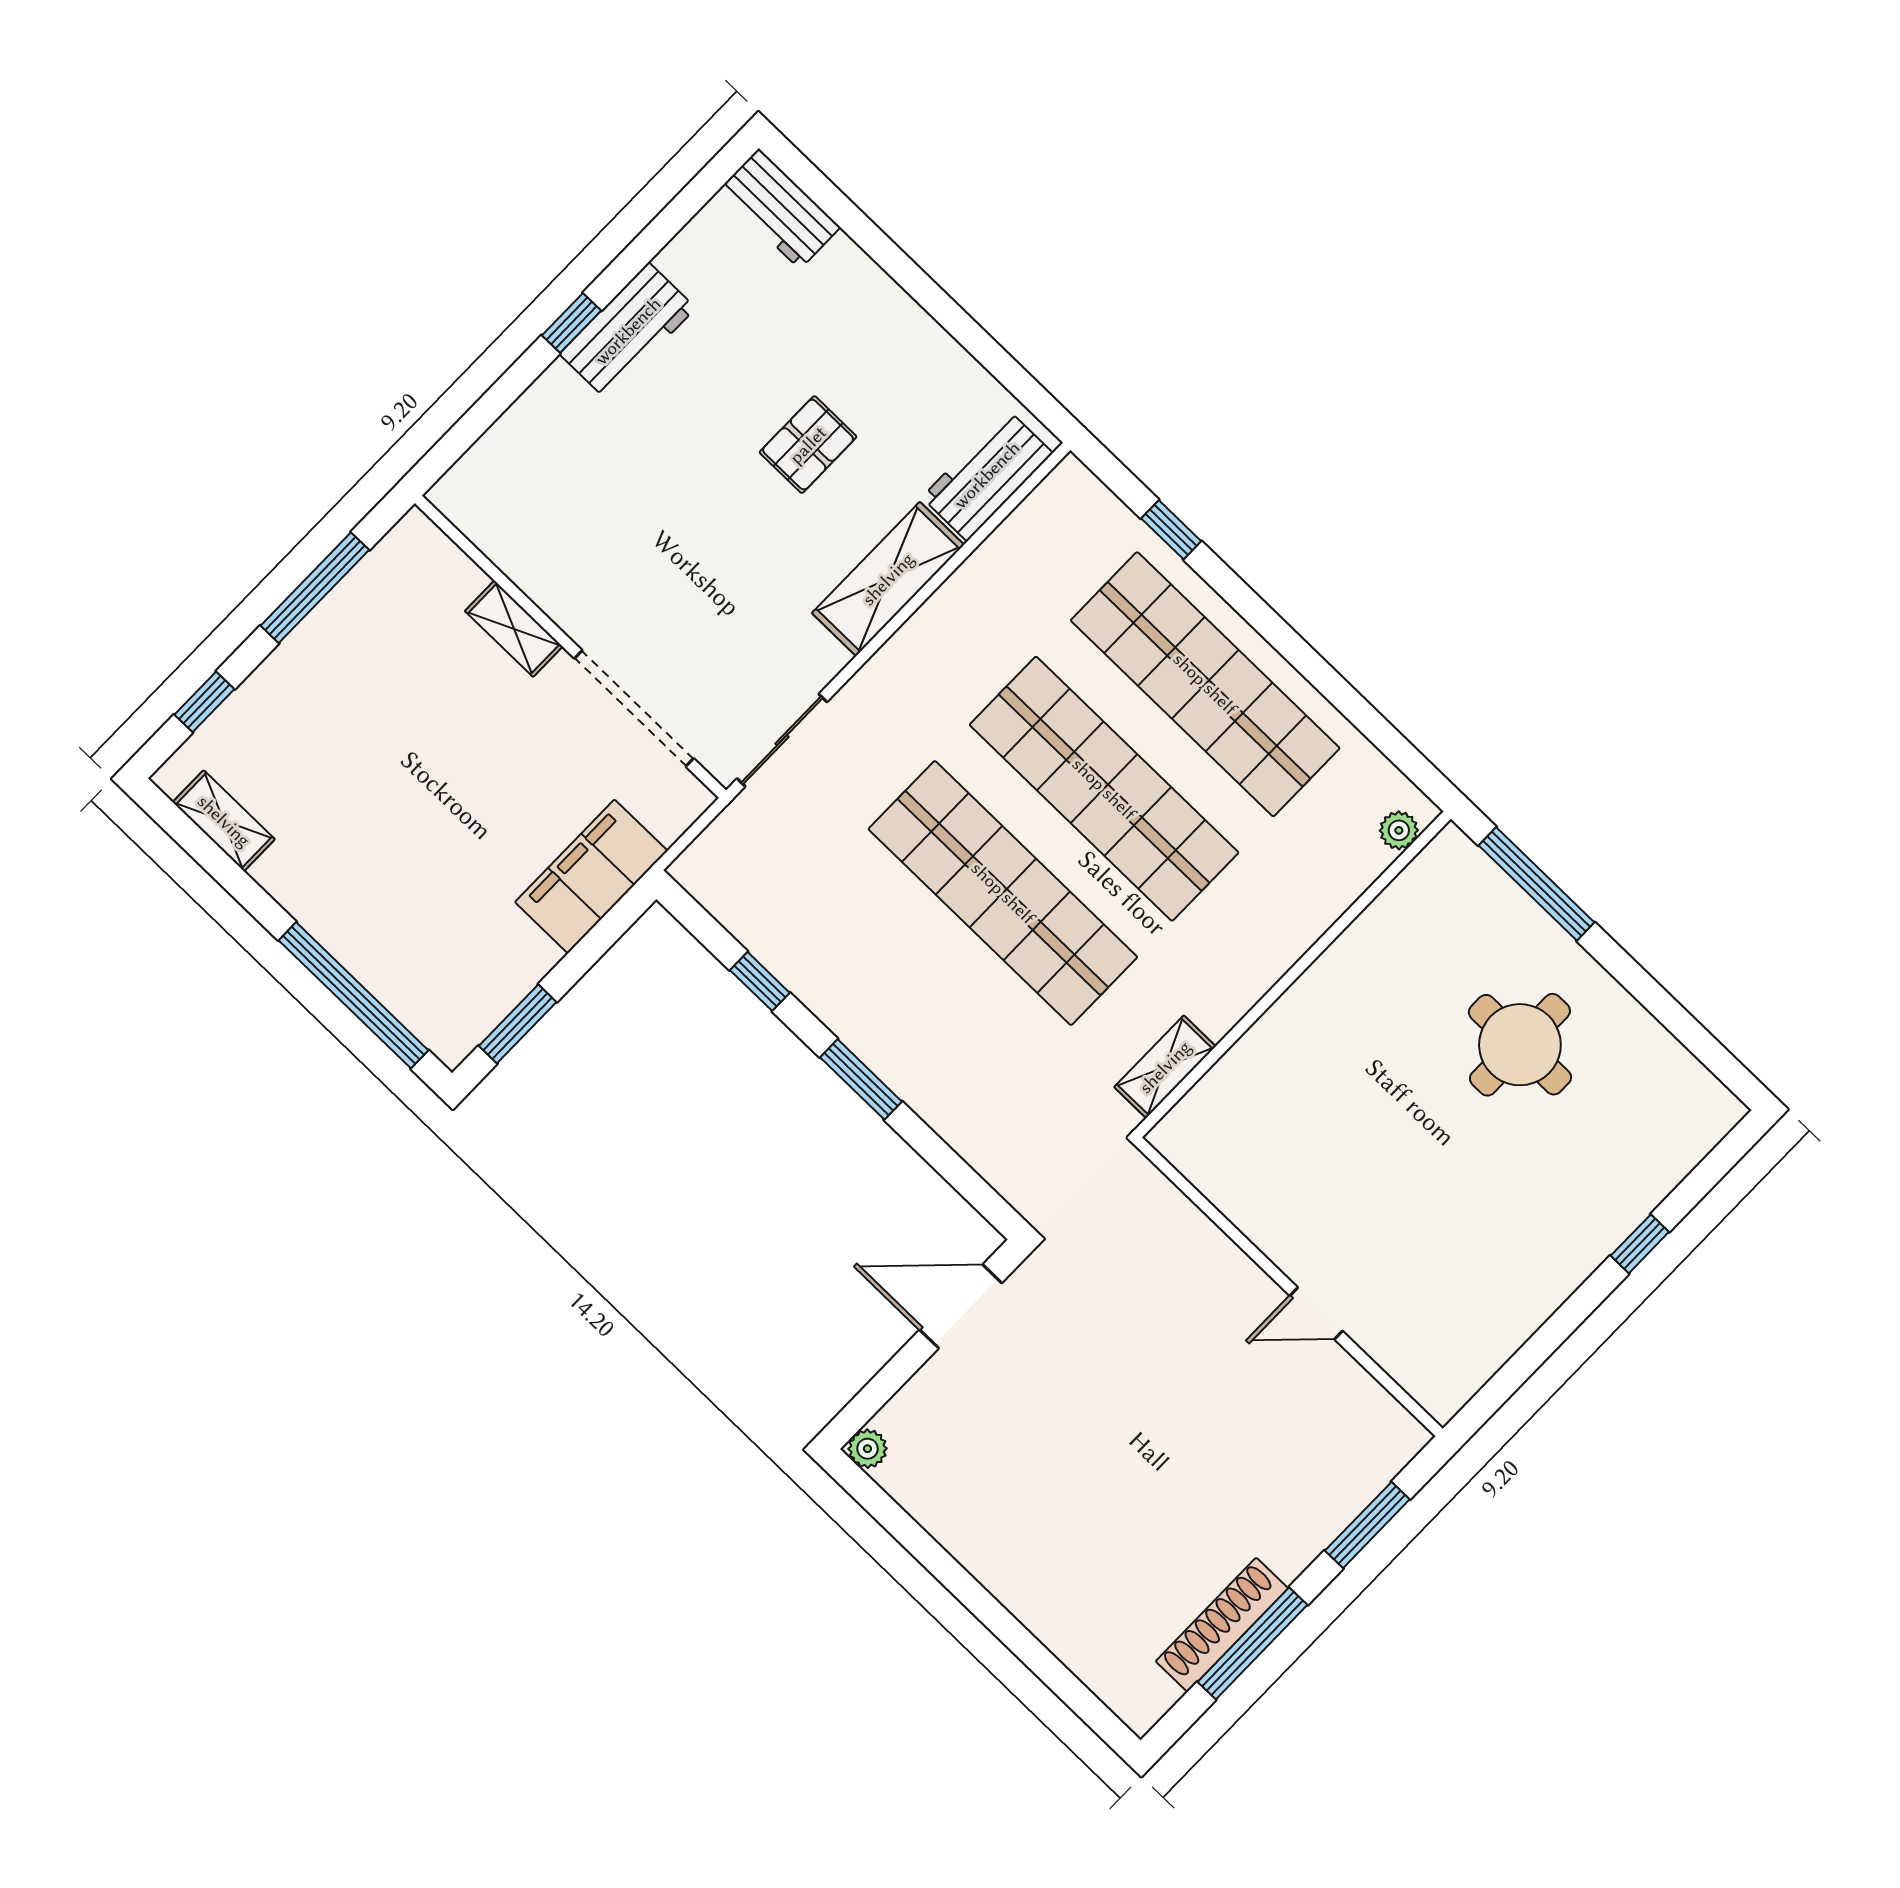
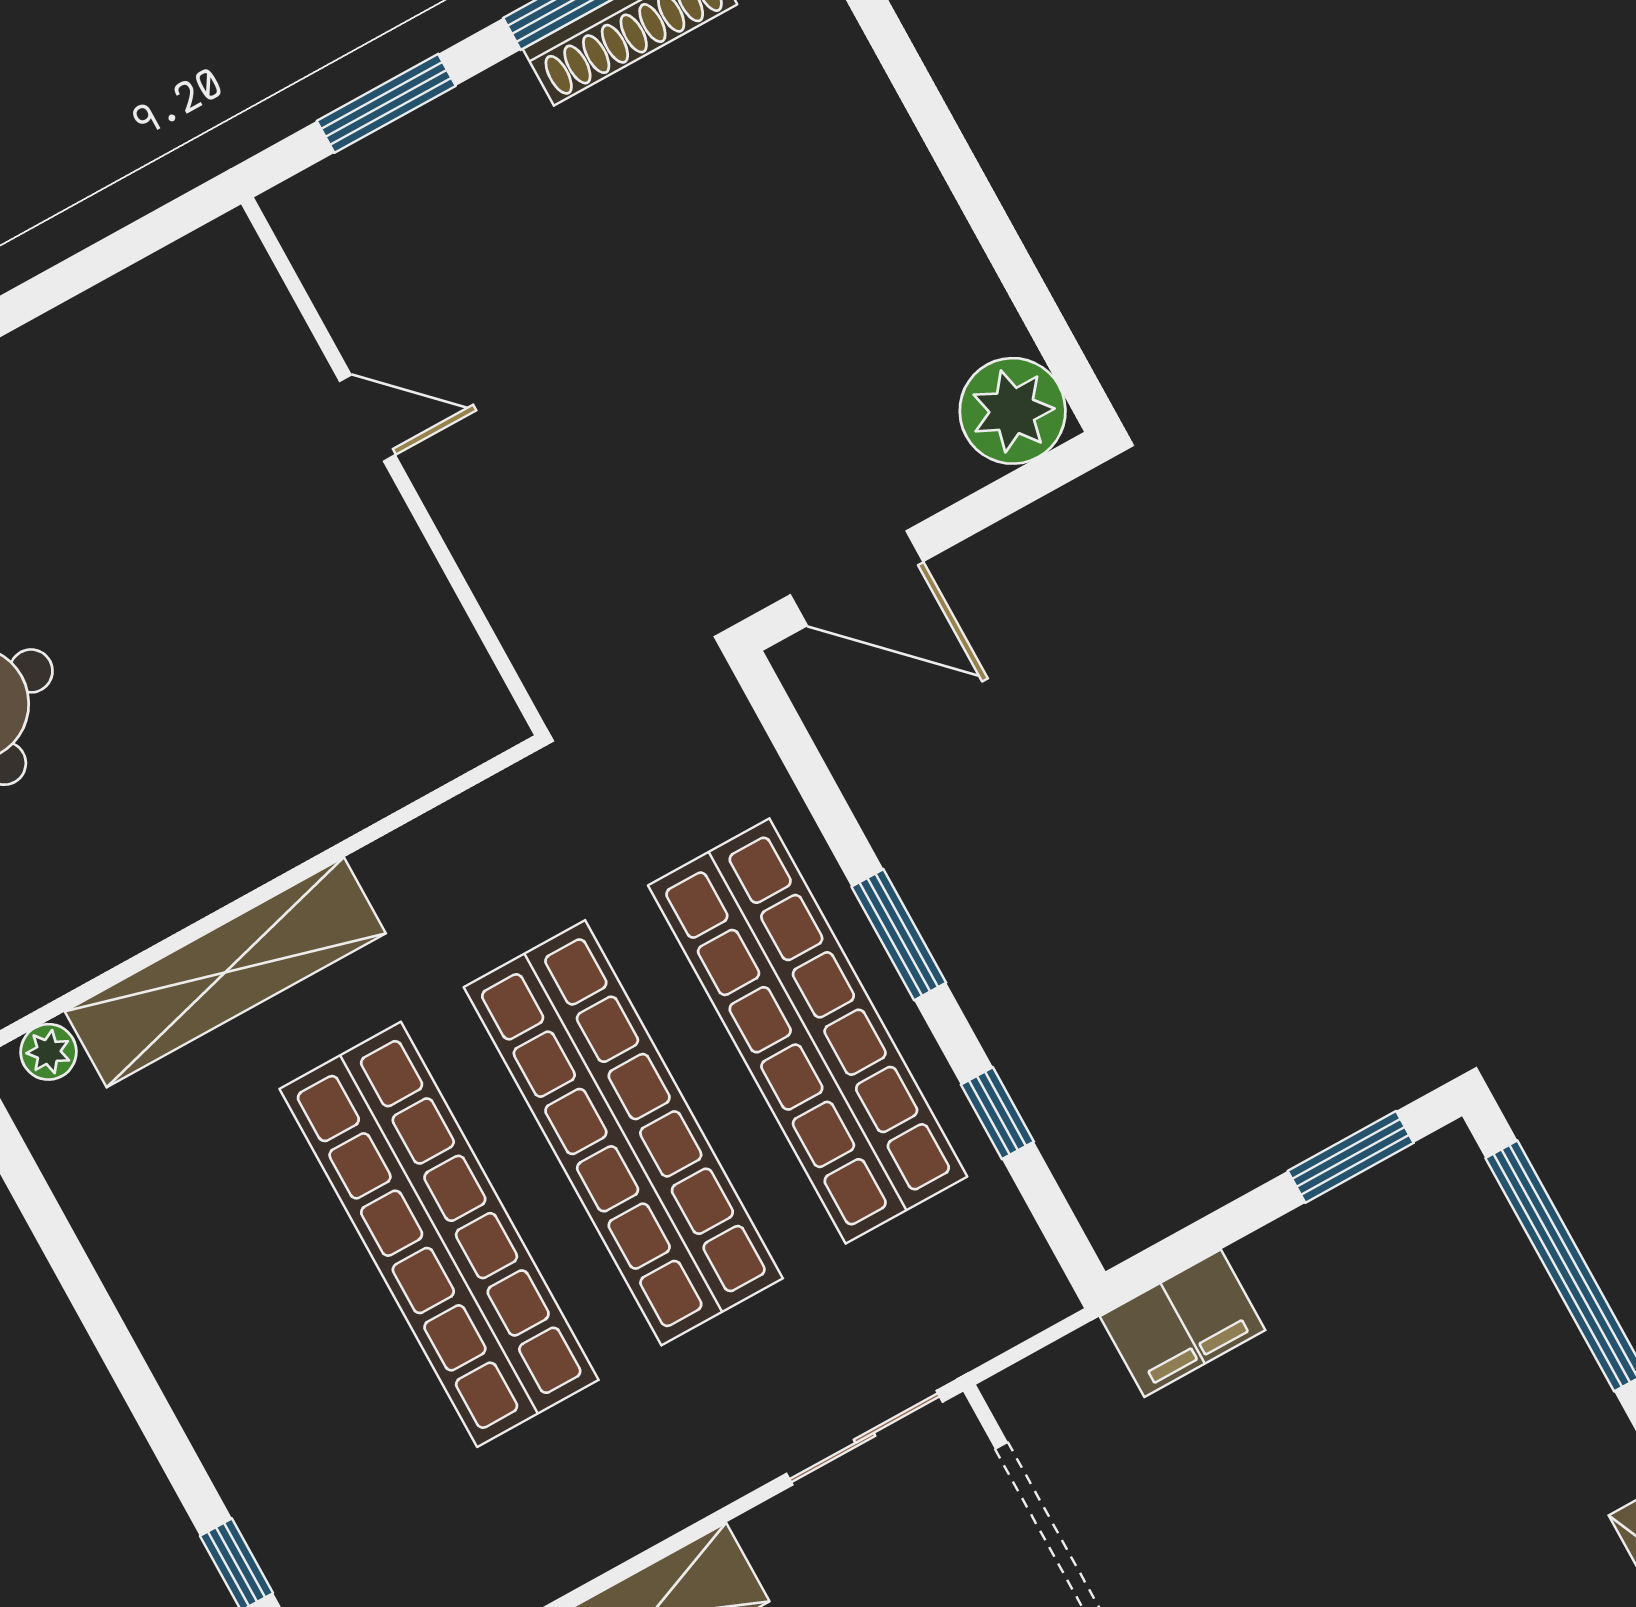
shop shelf: (1205, 684) -> (808, 1031), moved
filing cabinet: (591, 876) -> (1183, 1323), width x0.67, depth x0.86
shelving: (1165, 1067) -> (225, 972), moved, width x2.20, depth x1.33
plant: (867, 1449) -> (1013, 411), width x1.88, depth x1.88

